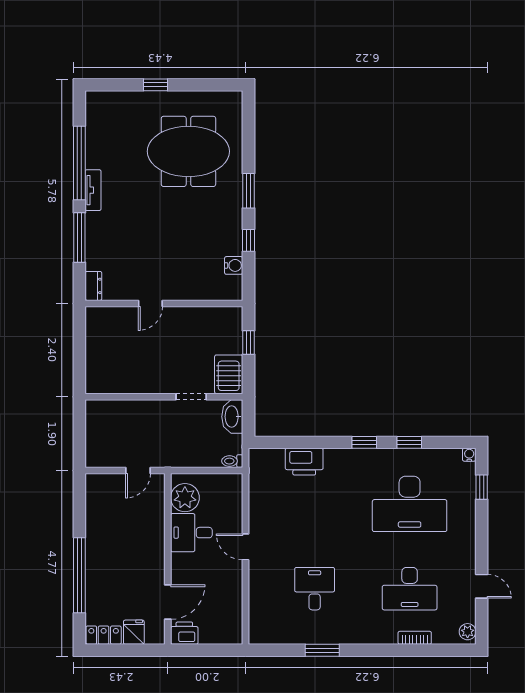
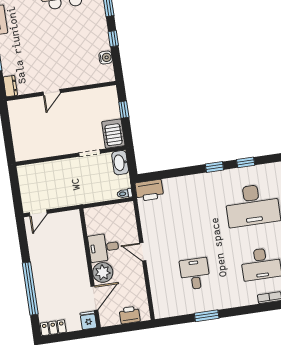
printer: (304, 462) -> (149, 190), moved
door: (138, 471) -> (38, 213), moved
plant: (185, 498) -> (103, 272), moved
fridge: (134, 632) -> (88, 320), moved
printer: (184, 633) -> (130, 315), moved

